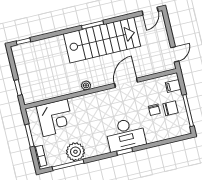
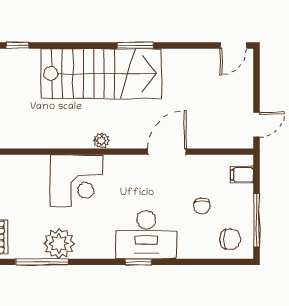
stairs: (102, 40) -> (101, 74), moved
chair: (170, 108) -> (230, 239), moved
corner desk: (55, 118) -> (76, 181), moved

